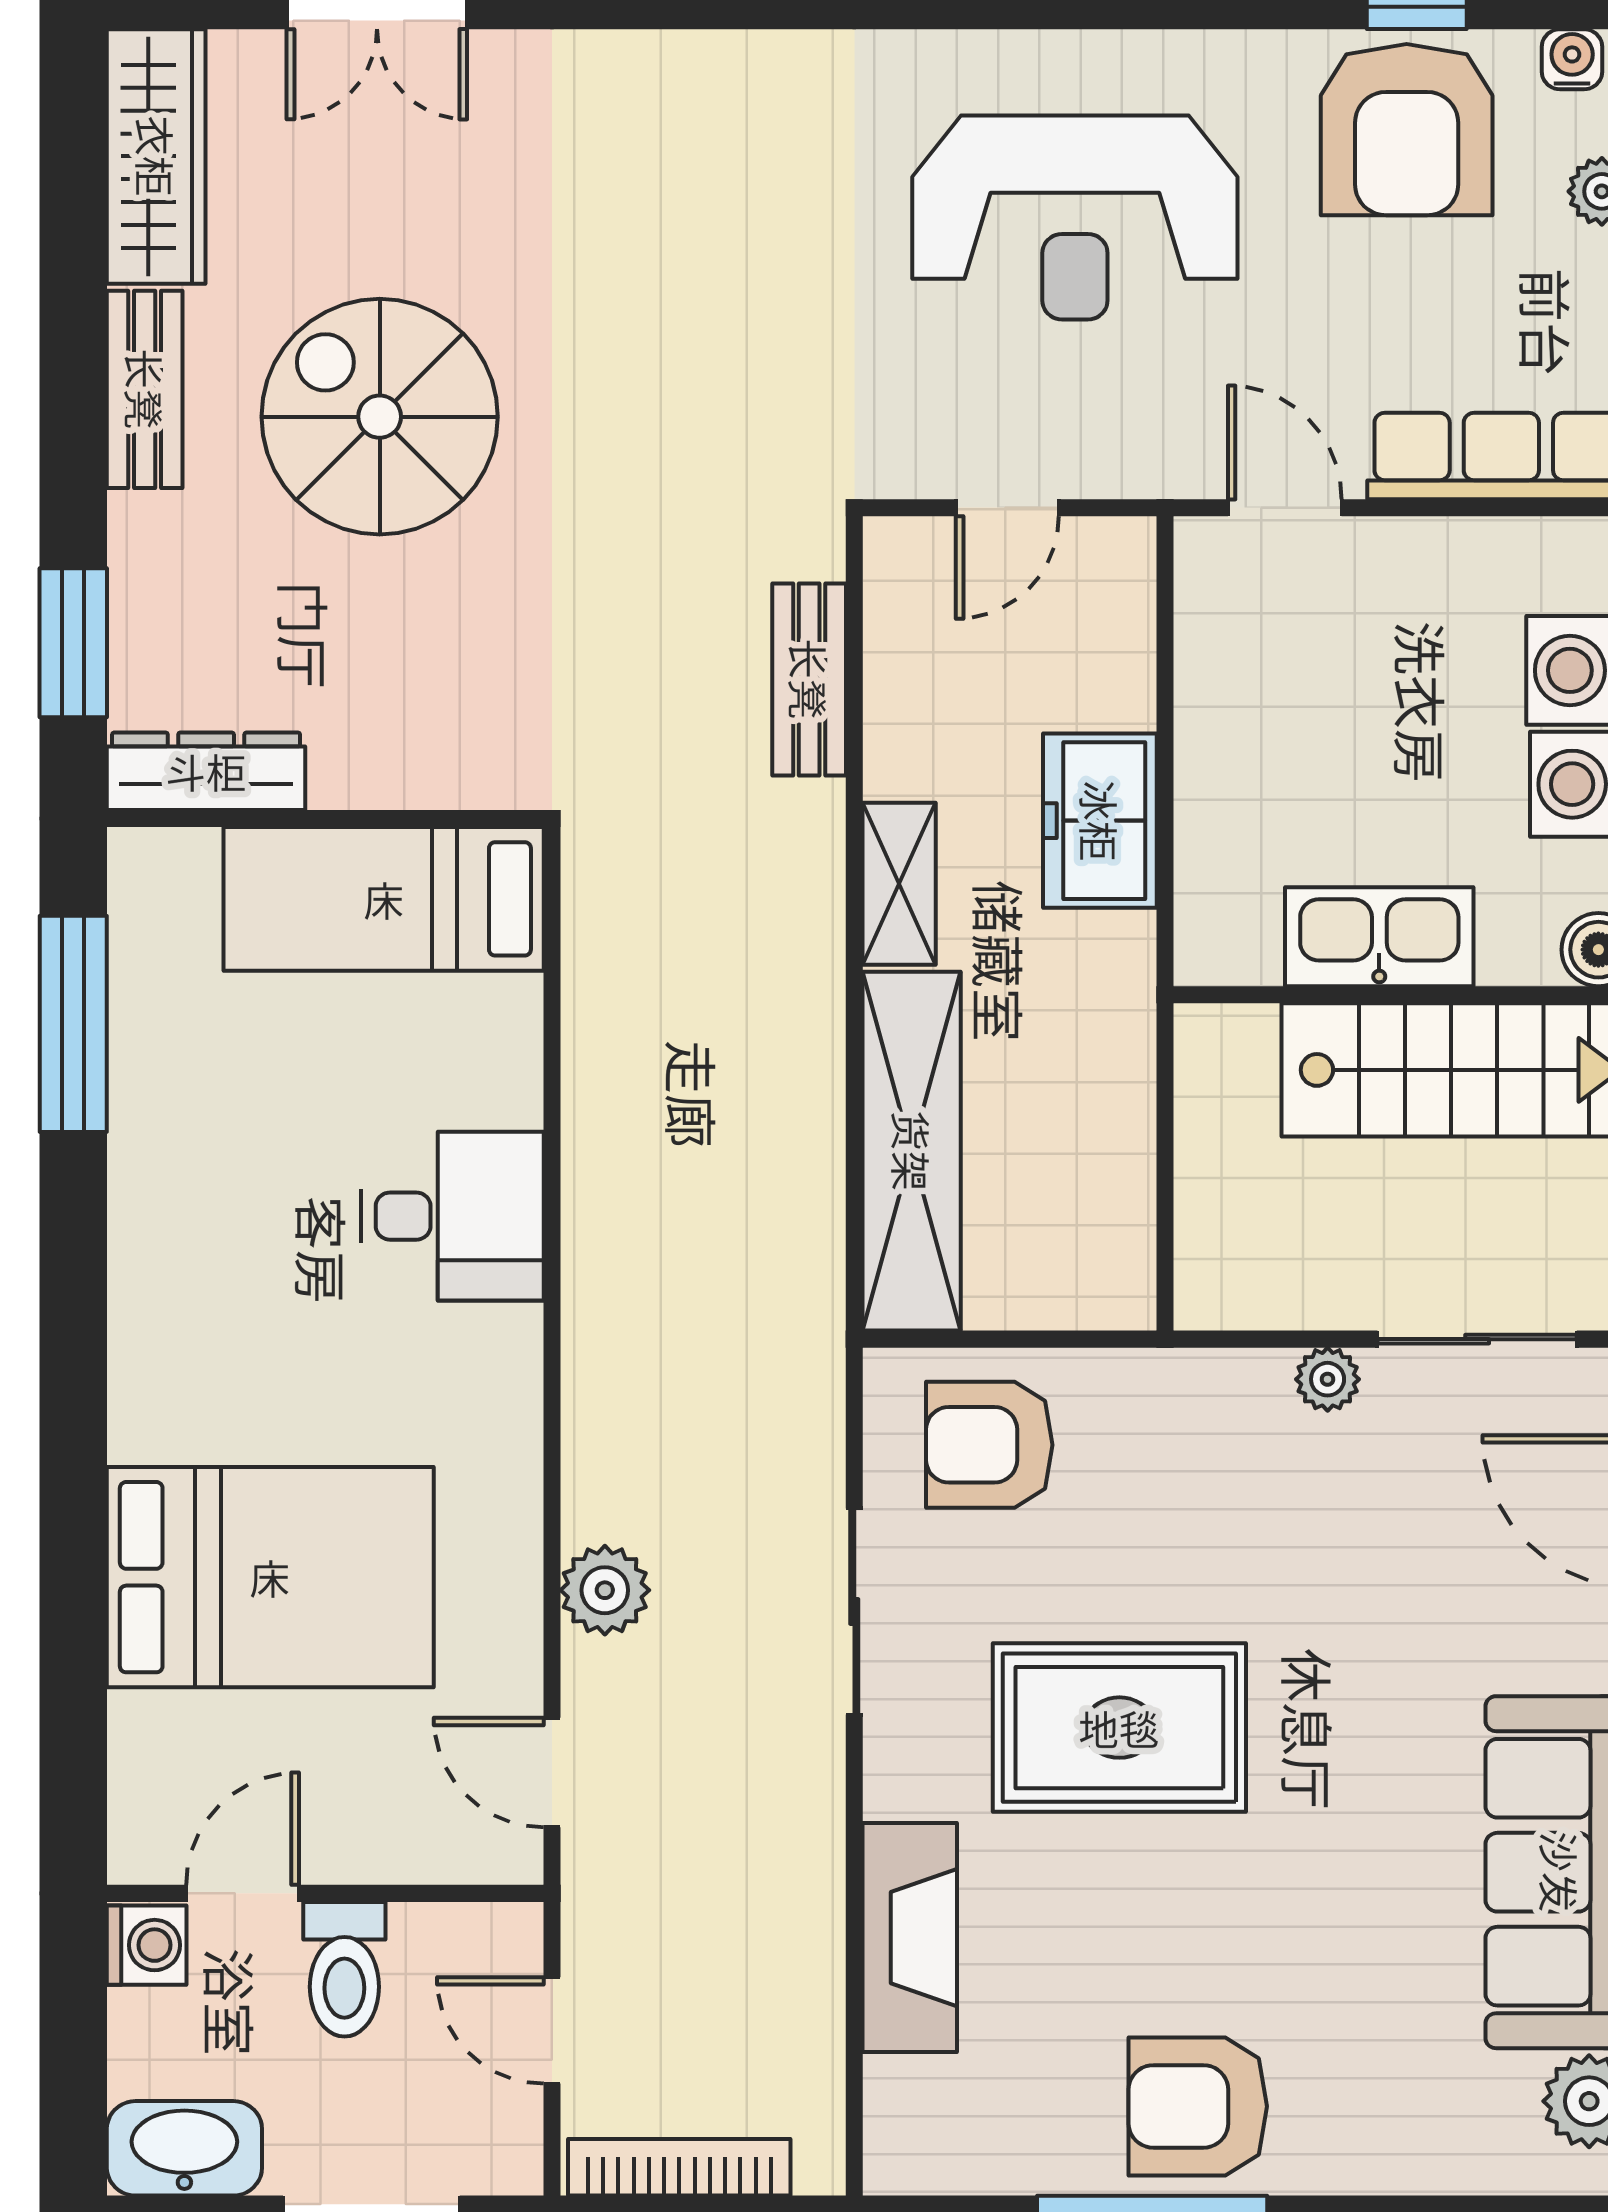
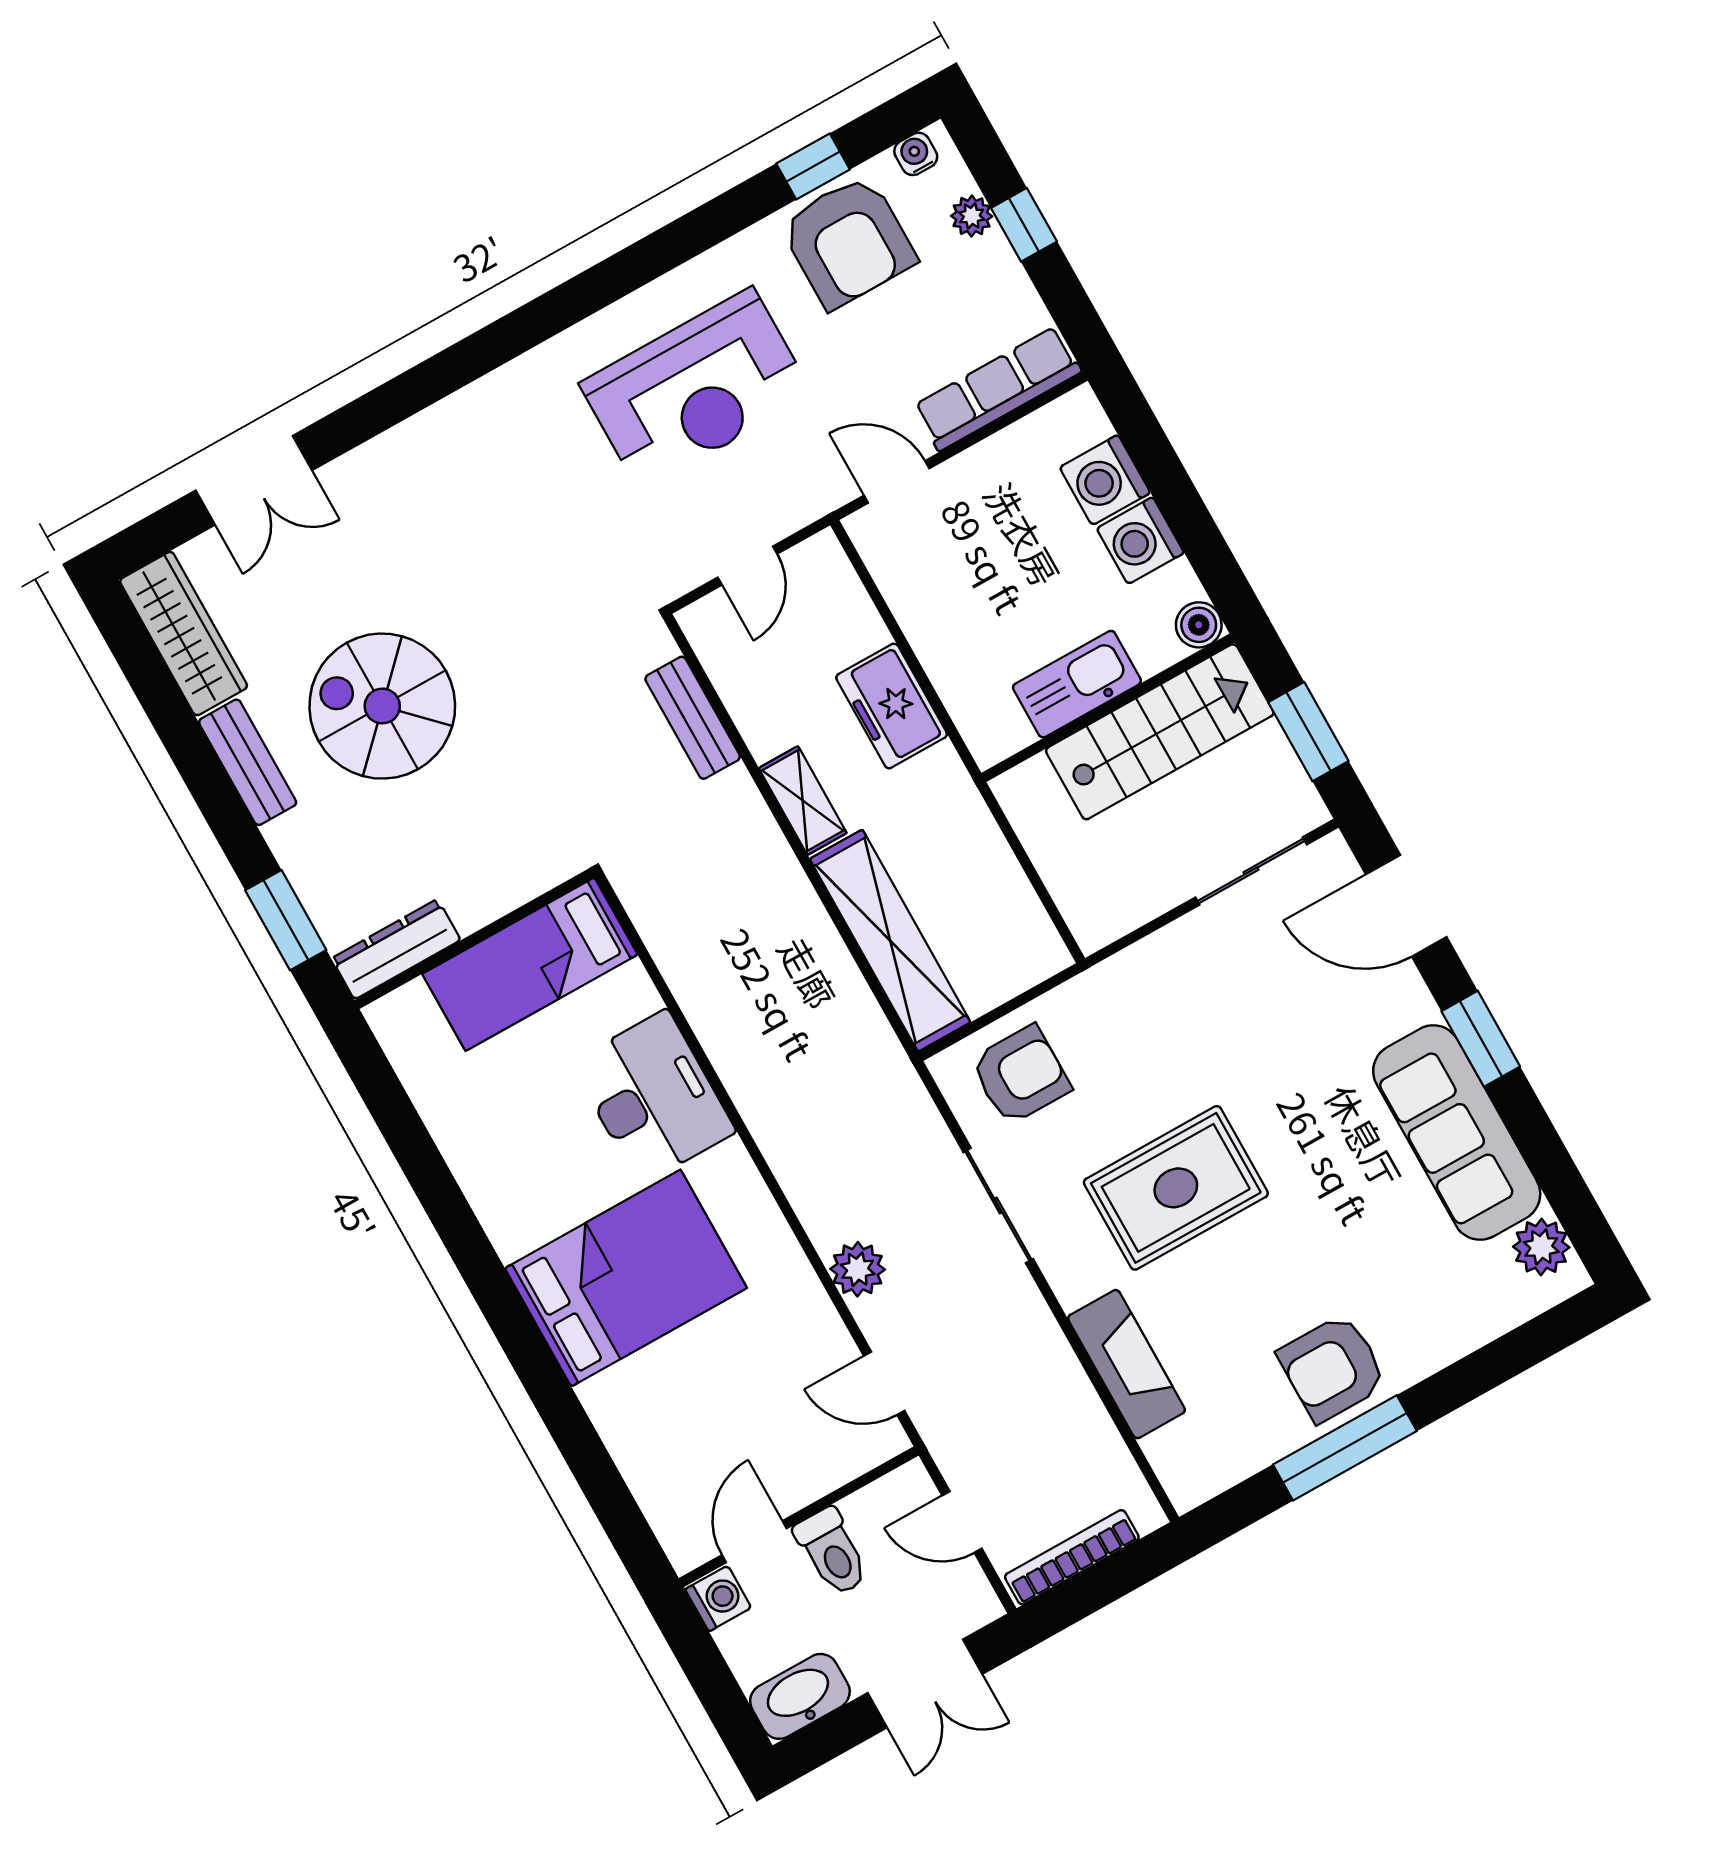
window: (73, 1024) -> (401, 1125), removed
desk: (452, 1216) -> (653, 1097), width x1.37
plant: (1328, 1379) -> (1183, 938), removed
armchair: (989, 1445) -> (1021, 1075), turned 180
bed: (270, 1577) -> (626, 1278), moved

